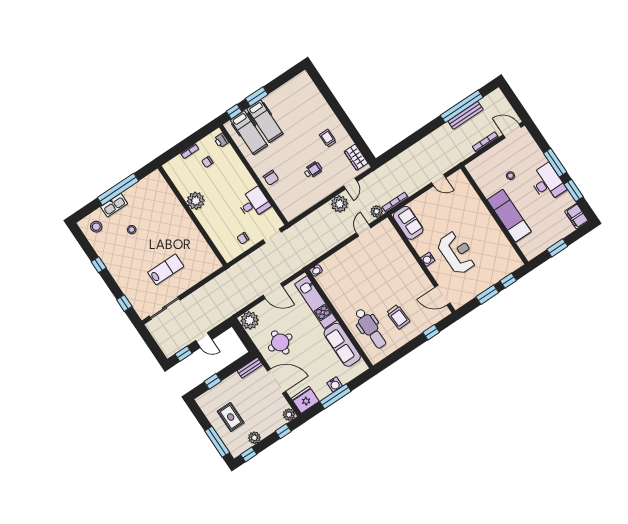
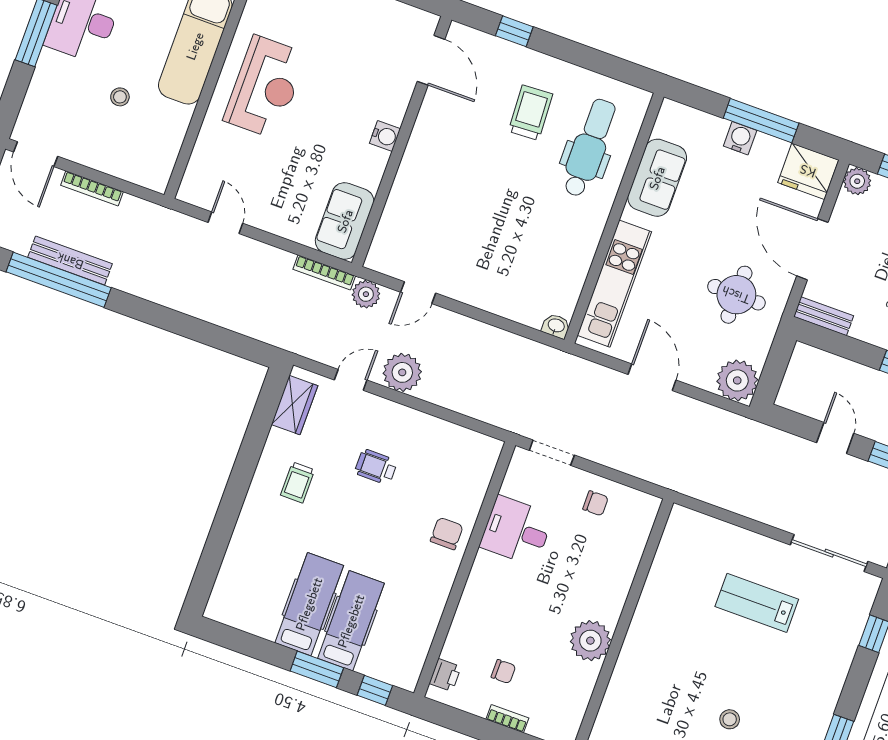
hospital bed: (249, 133) -> (309, 604), moved
reception desk: (457, 253) -> (265, 87), moved, turned 180
sofa: (342, 345) -> (657, 178), width x0.73

